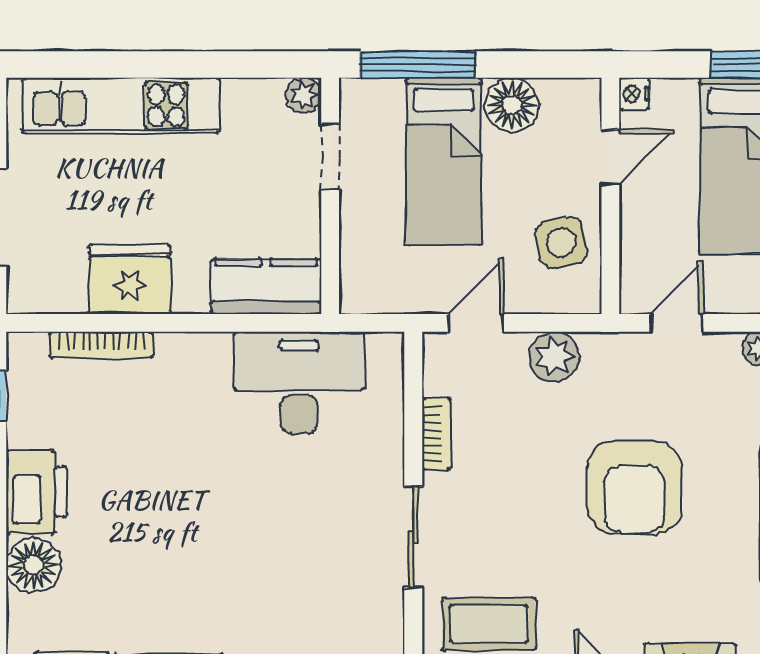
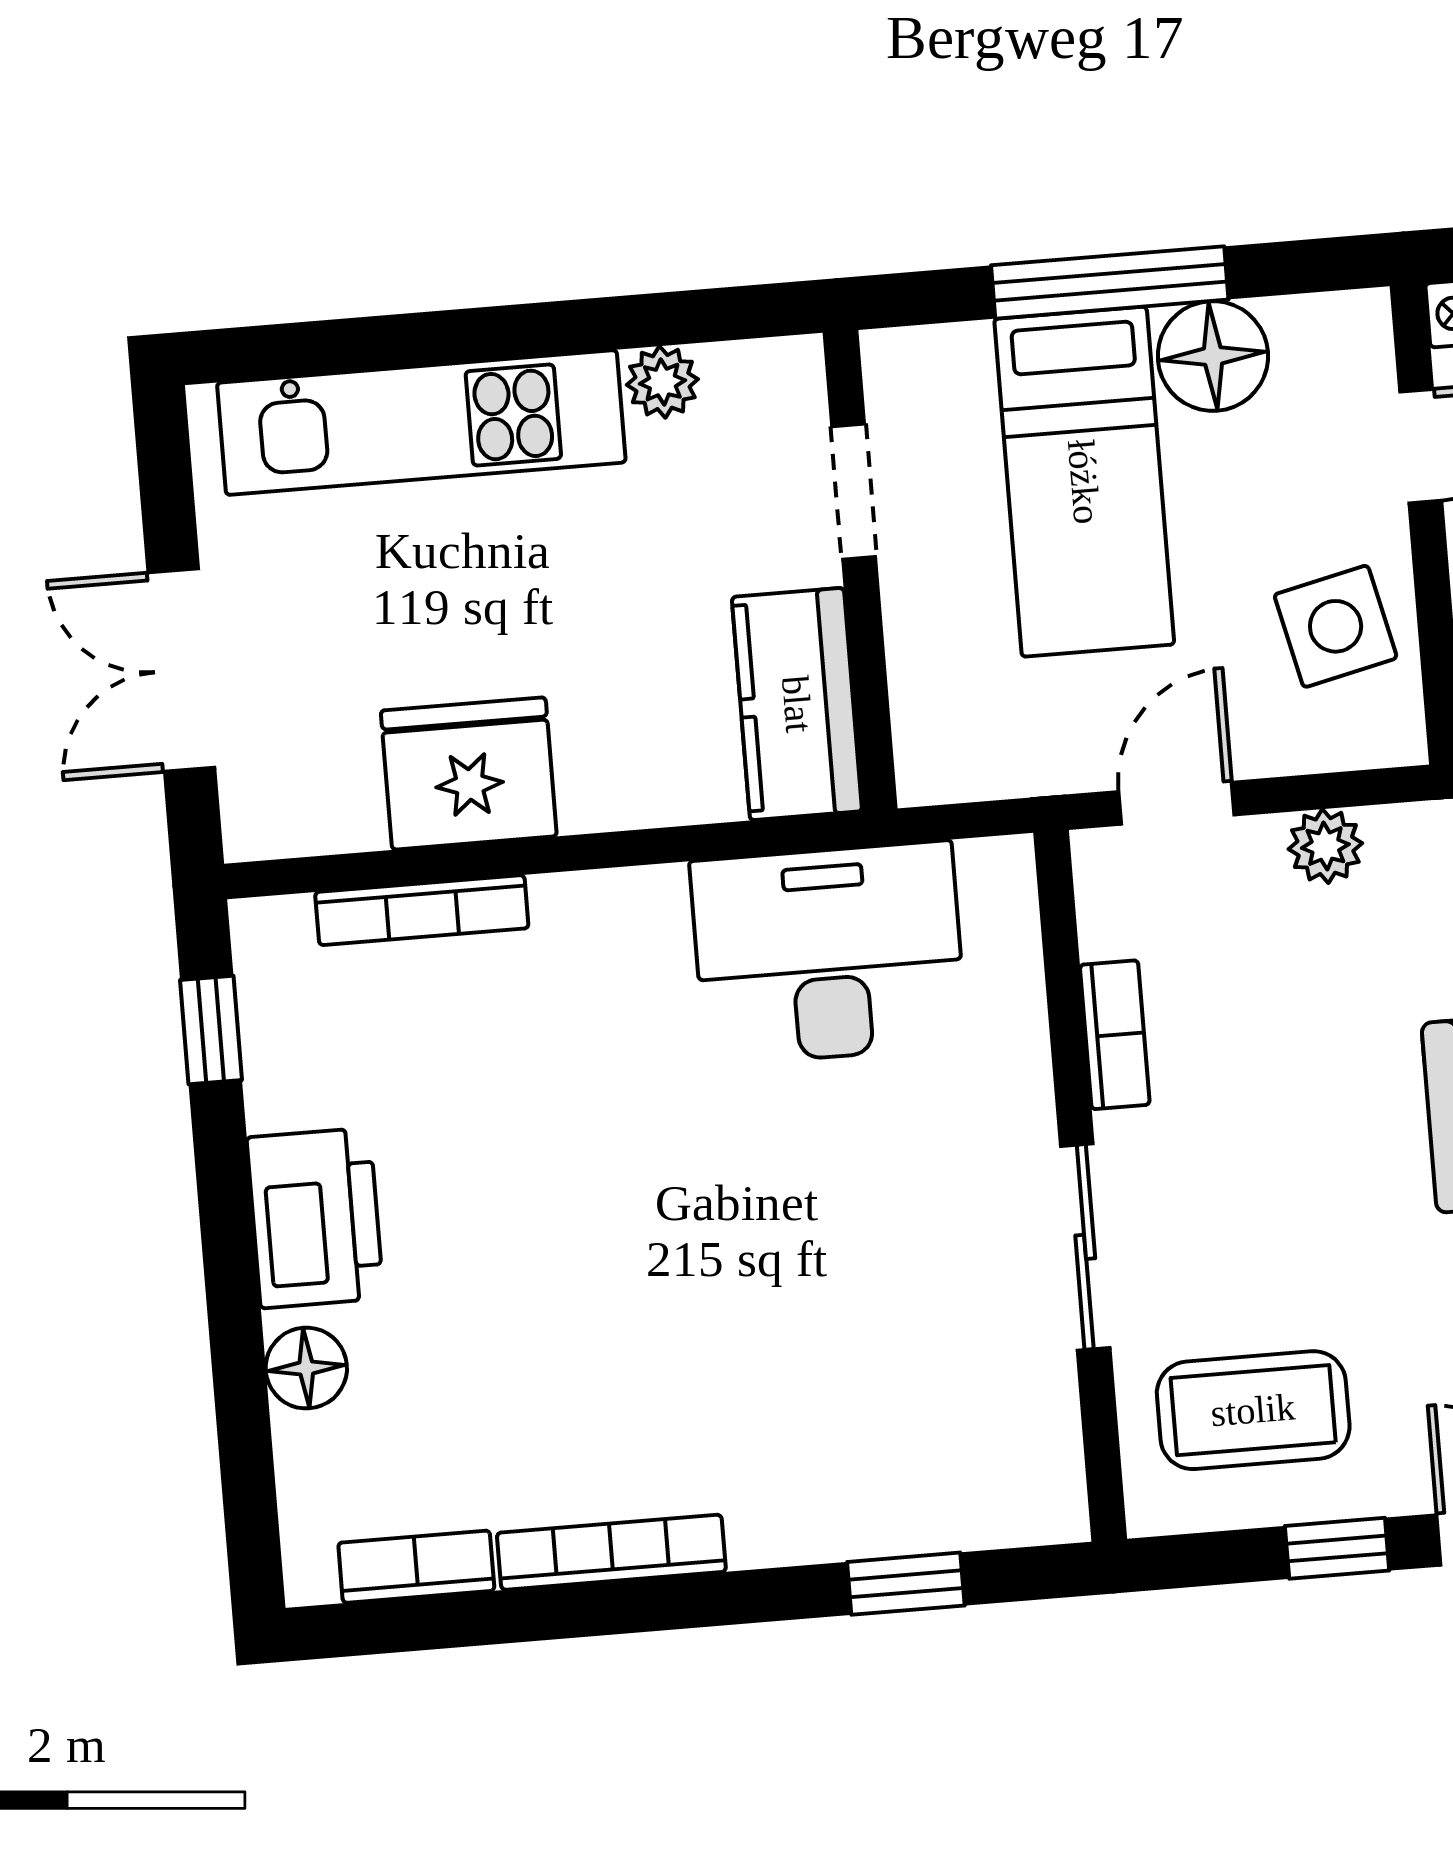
window: (418, 65) -> (1110, 282), moved
plant: (304, 95) -> (662, 382), moved
kitchen counter: (266, 287) -> (797, 704), moved, turned -90
plant: (554, 357) -> (1325, 846), width x0.73, depth x0.73
floor lamp: (34, 565) -> (306, 1368), width x0.73, depth x0.73

